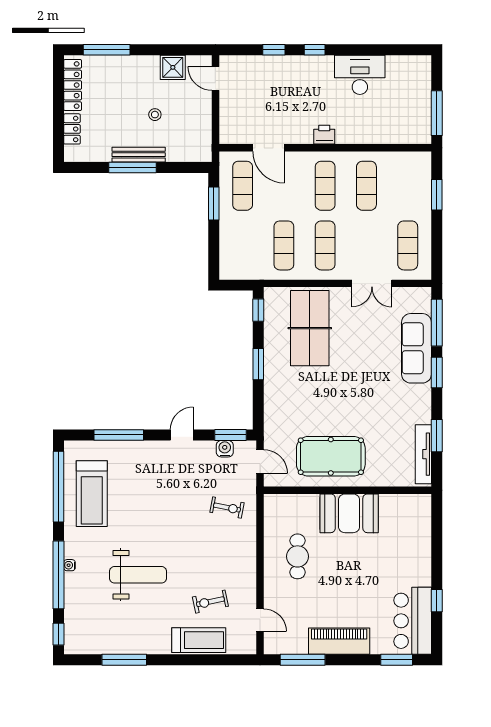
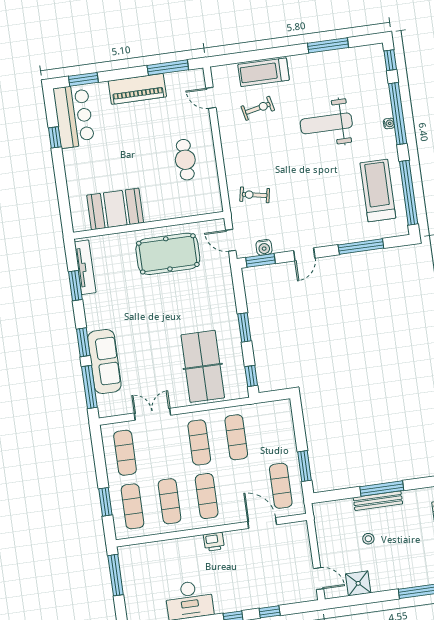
exercise mat: (408, 186) -> (132, 506), added
booth: (349, 513) -> (115, 209), moved

